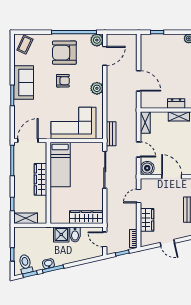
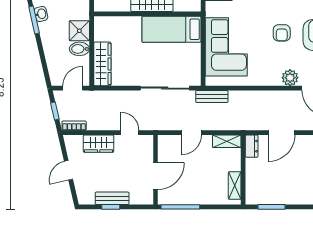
plant: (97, 88) -> (290, 78), moved
dresser: (176, 104) -> (252, 146), moved
boiler: (147, 168) -> (167, 144), removed

